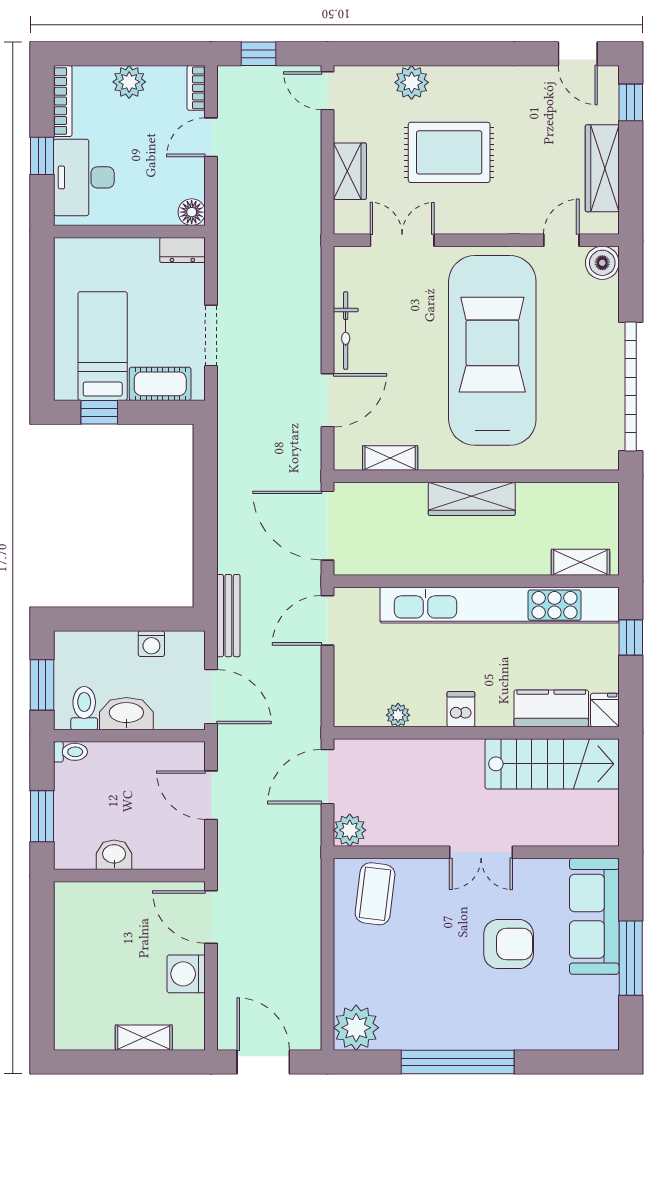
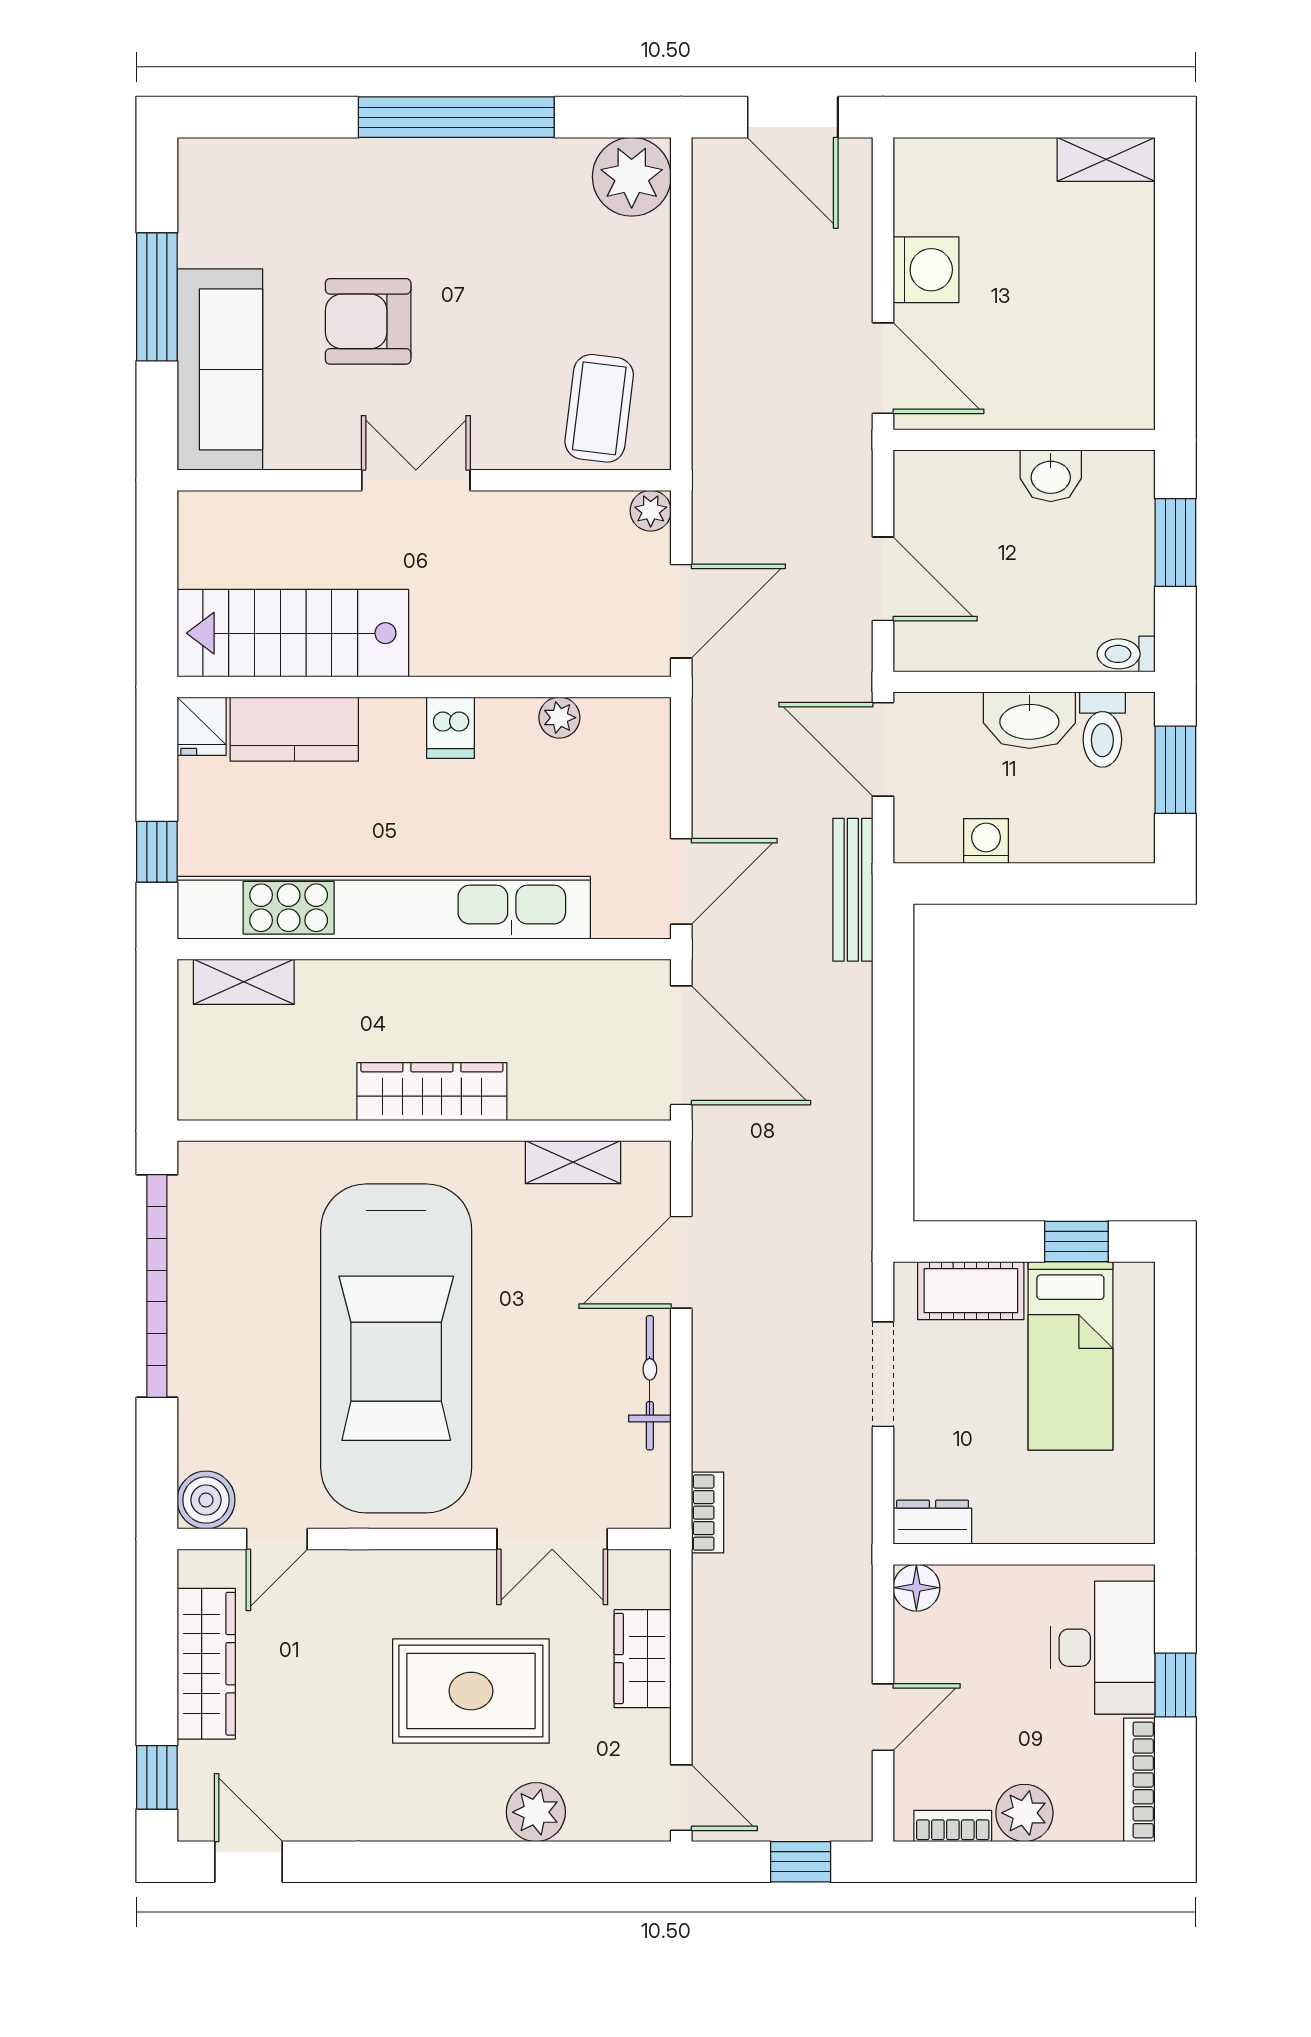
bookcase: (196, 88) -> (953, 1826), moved, turned -90
bookcase: (312, 256) -> (708, 1513), added
plant: (350, 830) -> (651, 511), width x0.73, depth x0.73
shelving: (144, 1038) -> (1106, 159), moved

